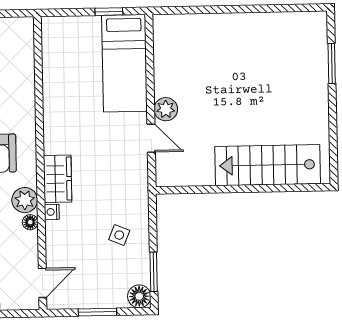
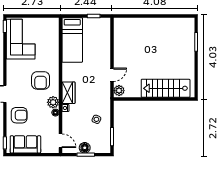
bed: (124, 63) -> (72, 40), moved
plant: (166, 109) -> (119, 91), moved
door: (151, 138) -> (112, 75), hinge flipped
door: (42, 283) -> (61, 141), hinge flipped
floor lamp: (139, 296) -> (85, 148), moved

